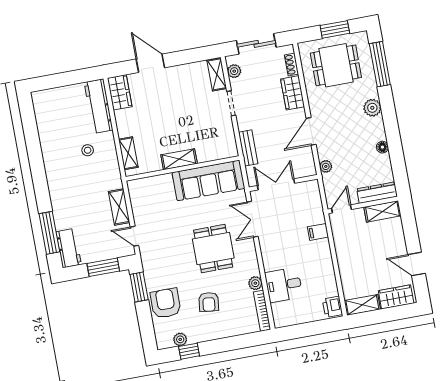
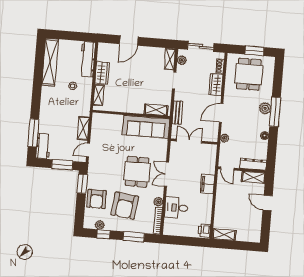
door: (150, 63) -> (129, 40), swing flipped
window: (380, 64) -> (275, 112), moved
dining table: (336, 65) -> (249, 74), turned 90
wardrobe: (120, 92) -> (102, 73), moved
shelving: (46, 125) -> (50, 62), added
shelving: (179, 159) -> (156, 110), moved
door: (341, 209) -> (227, 169), swing flipped
double door: (253, 219) -> (167, 174), moved
filing cabinet: (318, 232) -> (208, 184), width x2.00
door: (134, 236) -> (88, 150), hinge flipped
door: (417, 264) -> (268, 203), moved
wardrobe: (396, 297) -> (247, 235), removed
armchair: (209, 302) -> (125, 206), width x1.88, depth x1.88
armchair: (166, 303) -> (97, 199), turned 180
window: (233, 343) -> (134, 237), added

